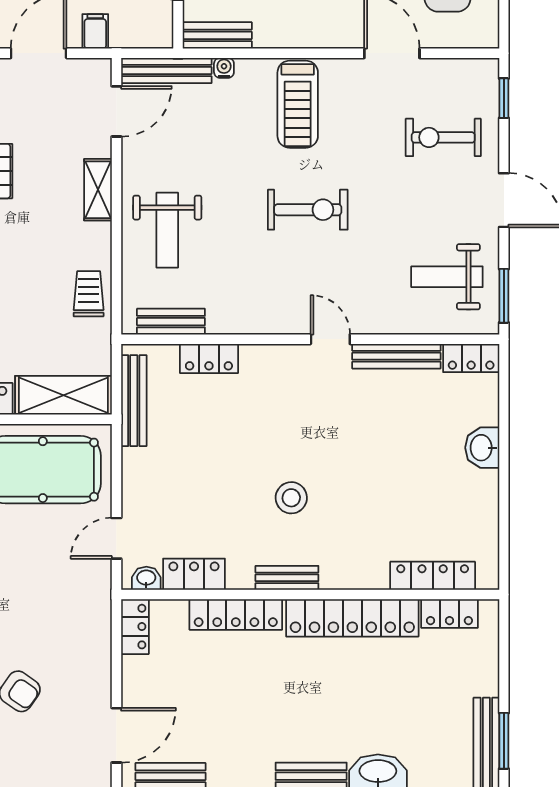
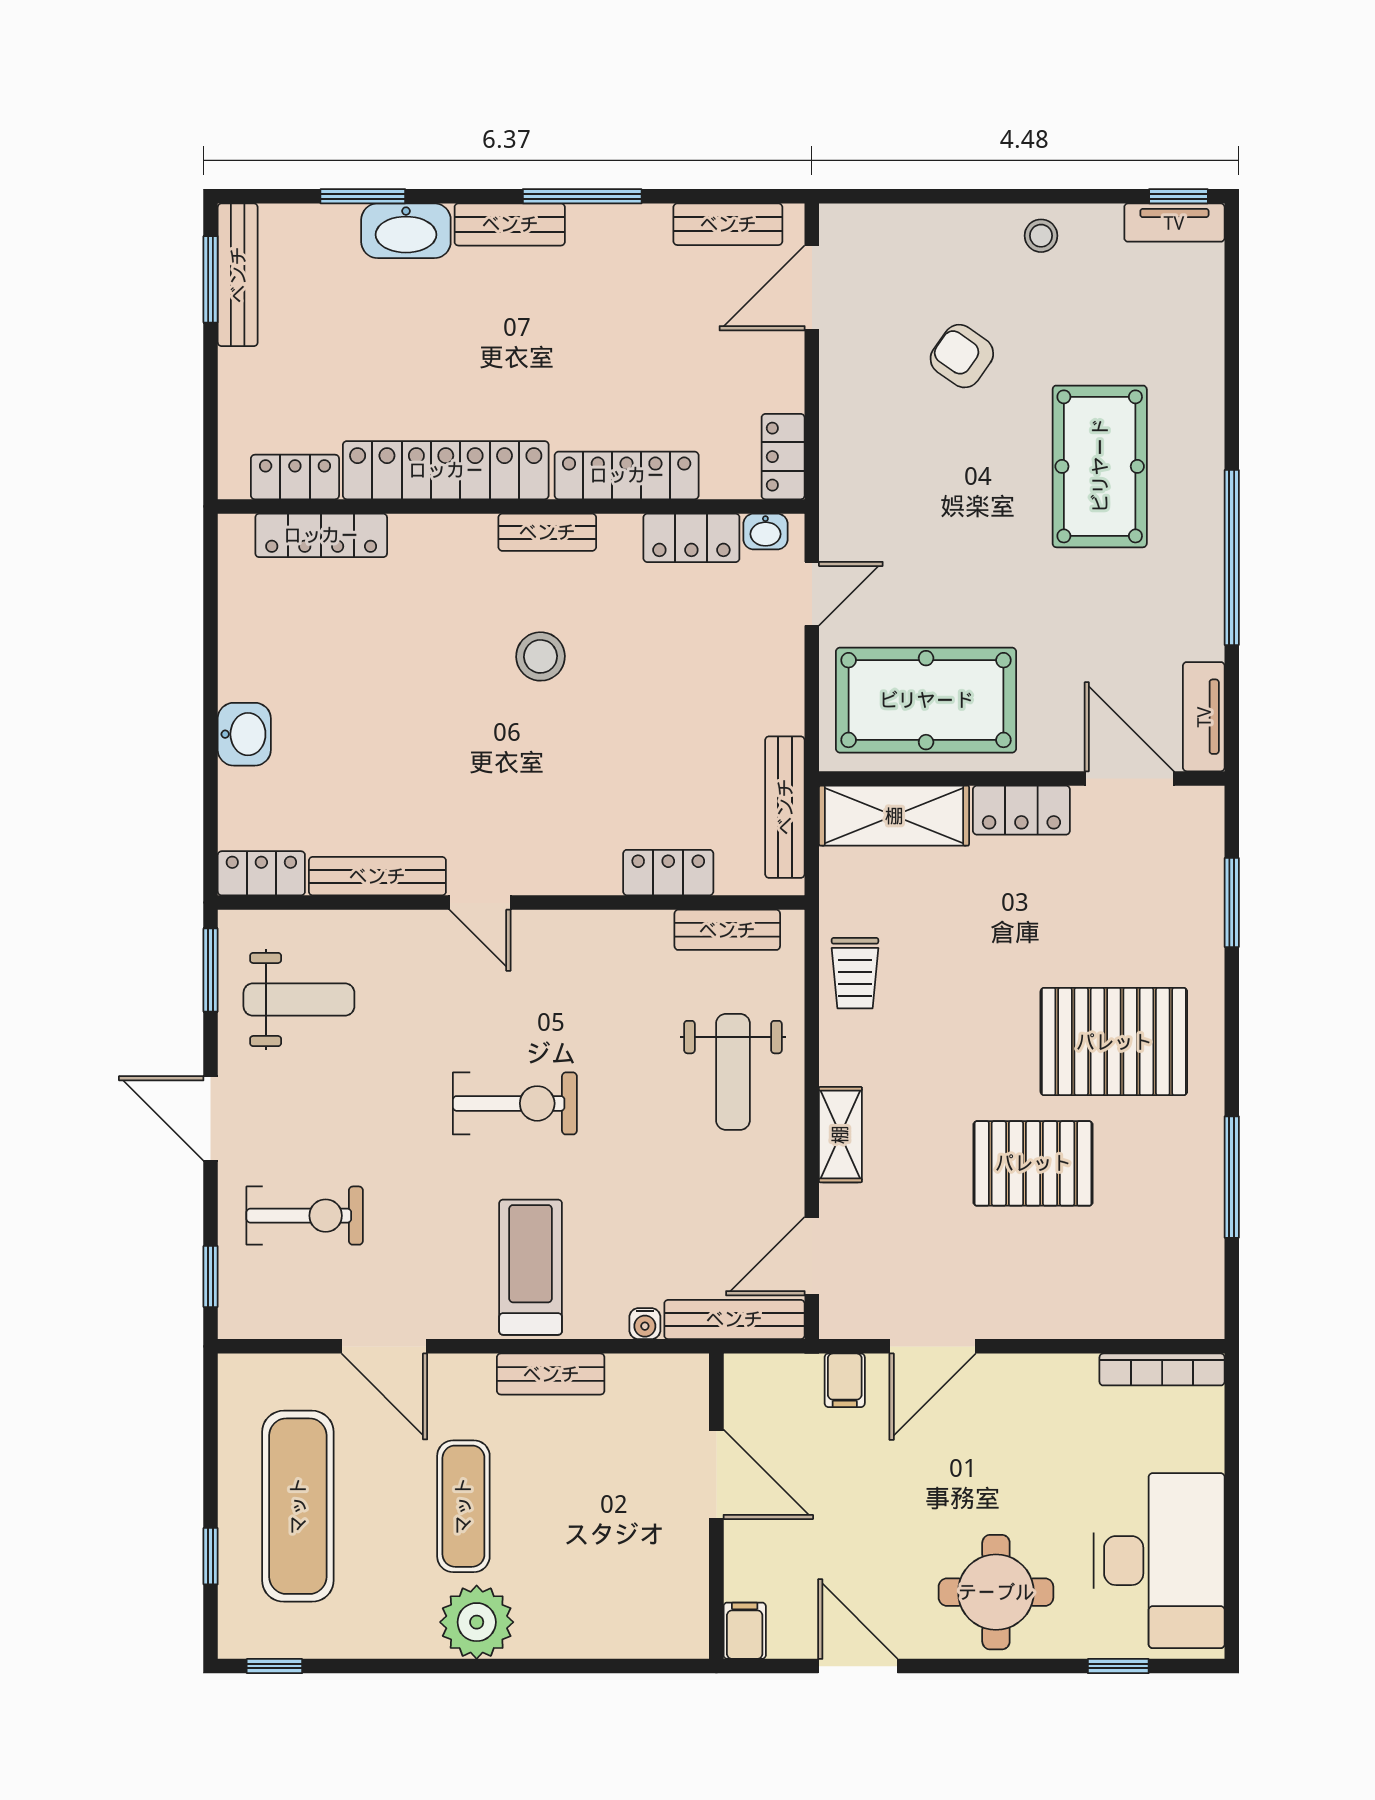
bench: (217, 35) -> (551, 1374), moved
exercise bike: (308, 210) -> (515, 1103), turned 180
weight bench: (167, 230) -> (733, 1072), turned 180

